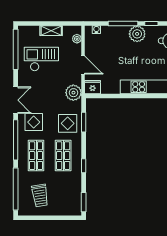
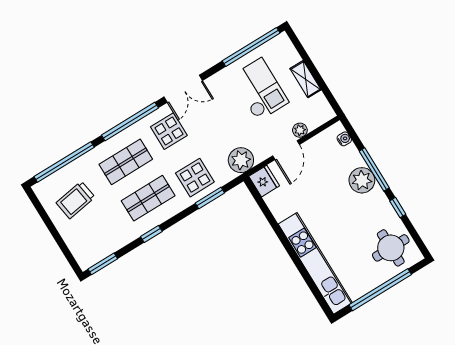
plant: (137, 34) -> (362, 180), moved
plant: (77, 39) -> (300, 130), moved

